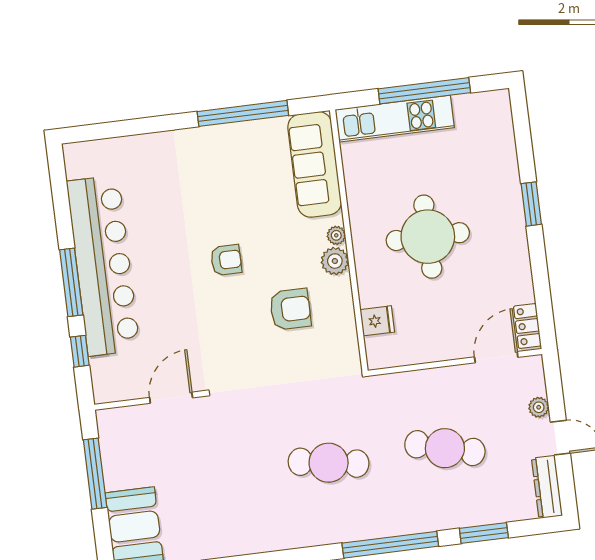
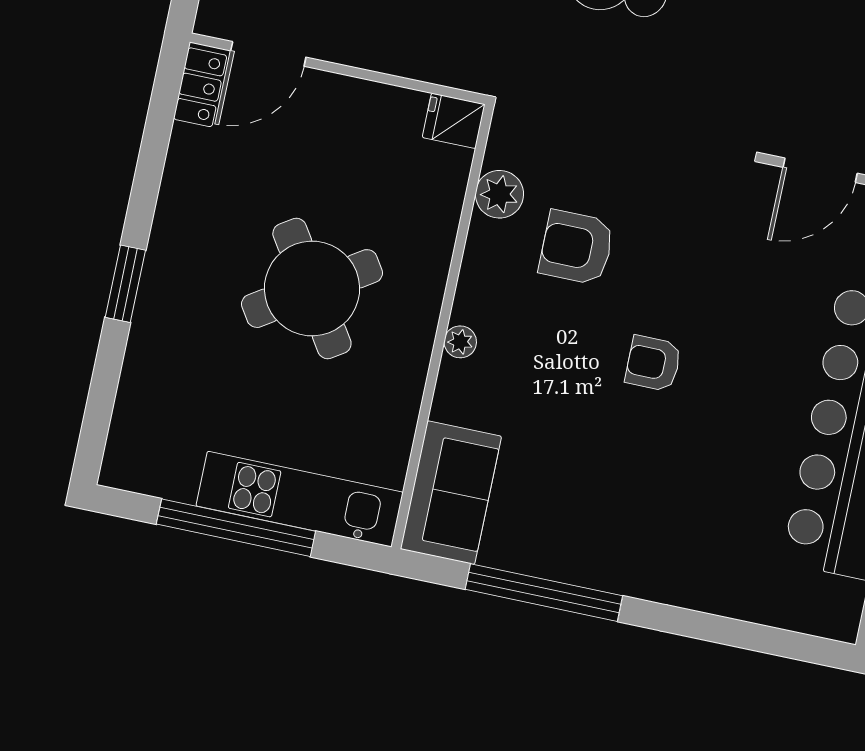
sofa: (315, 164) -> (451, 493), width x0.73
round table: (428, 237) -> (312, 289), turned -33
plant: (335, 261) -> (499, 194), moved
fridge: (377, 321) -> (454, 121), moved

